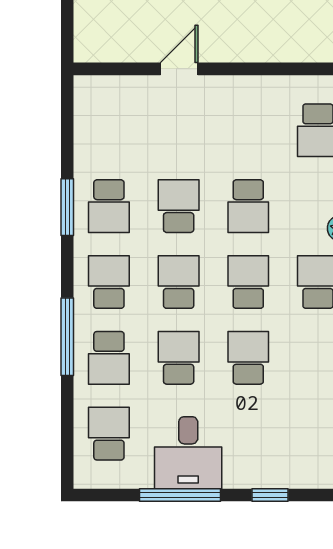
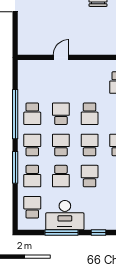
window: (67, 207) -> (15, 114), width x2.11
school desk: (179, 358) -> (61, 176), turned 180
desk: (188, 453) -> (65, 215), width x1.37

